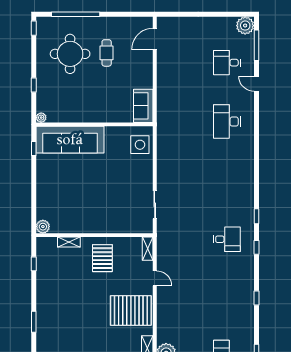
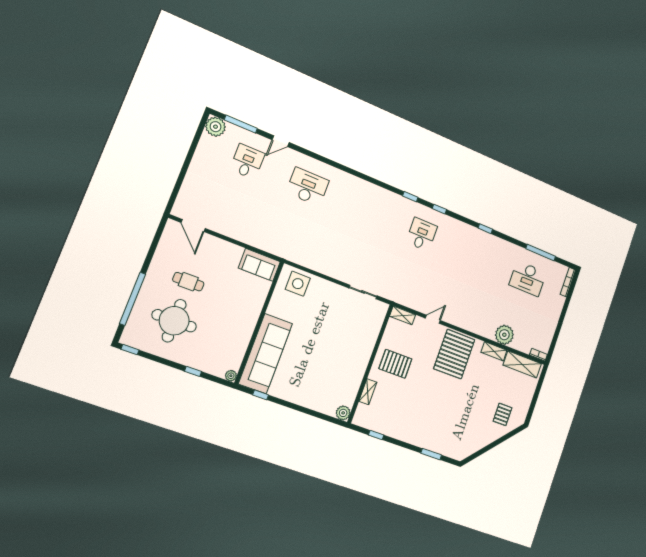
desk: (227, 63) -> (247, 162), turned 180
desk: (227, 122) -> (308, 187), turned 180

